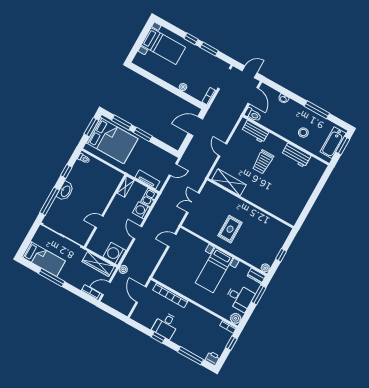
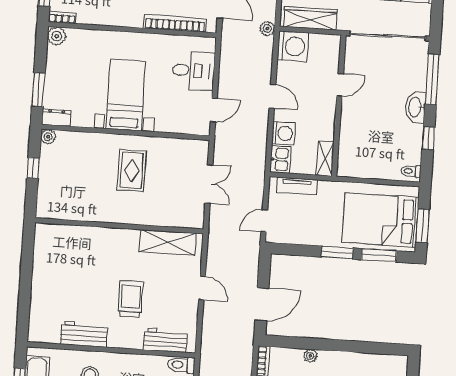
desk: (240, 298) -> (194, 71), moved, turned 180

